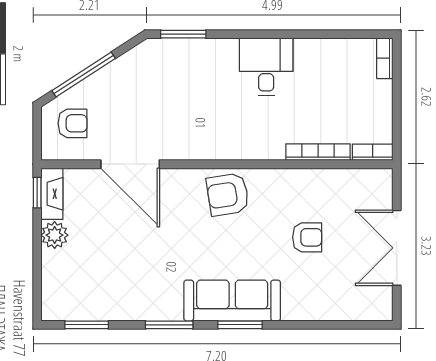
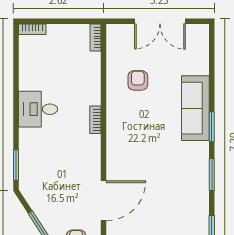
bookcase: (318, 152) -> (95, 120), moved, width x0.64
armchair: (228, 194) -> (124, 135), removed
armchair: (307, 237) -> (138, 80), moved
sofa: (232, 301) -> (195, 108), moved

